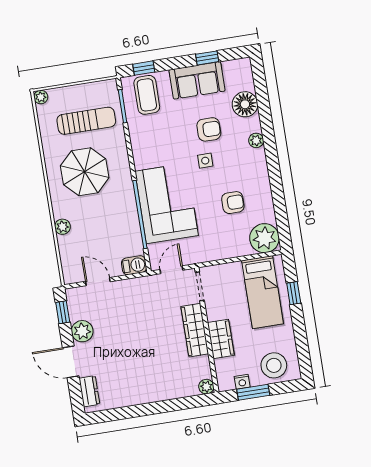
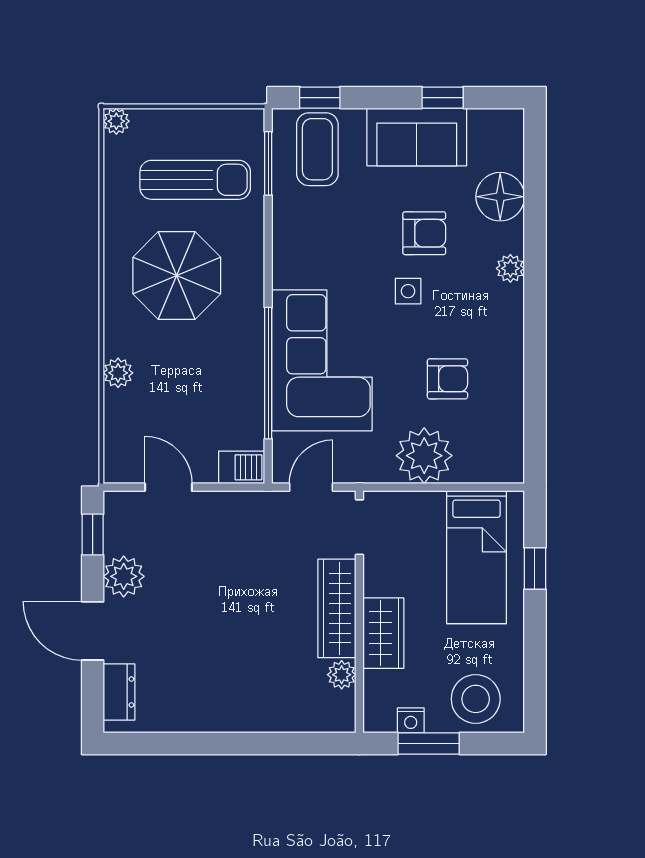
plant: (264, 238) -> (424, 456), moved
plant: (206, 387) -> (342, 675), moved

